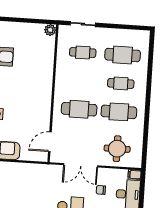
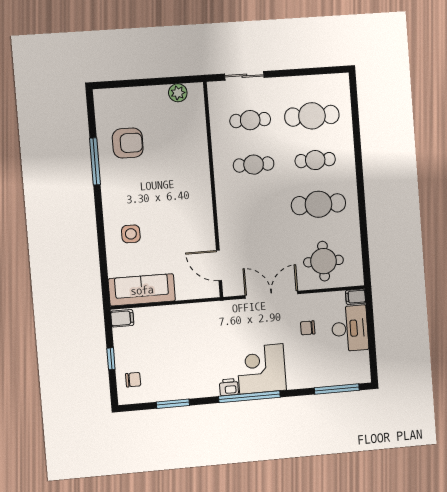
plant: (50, 30) -> (178, 93), moved
cafe table: (79, 109) -> (254, 165), moved, width x0.73, depth x0.74
door: (50, 142) -> (219, 265), hinge flipped
double door: (81, 165) -> (271, 295), swing flipped

